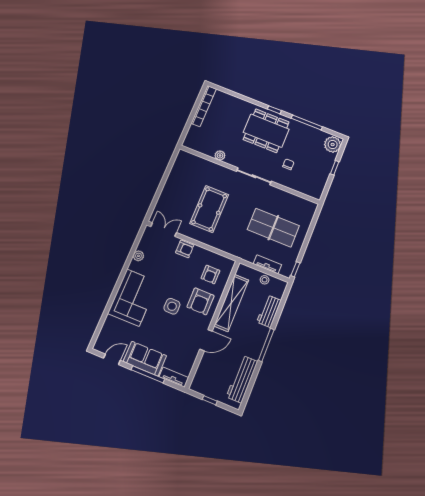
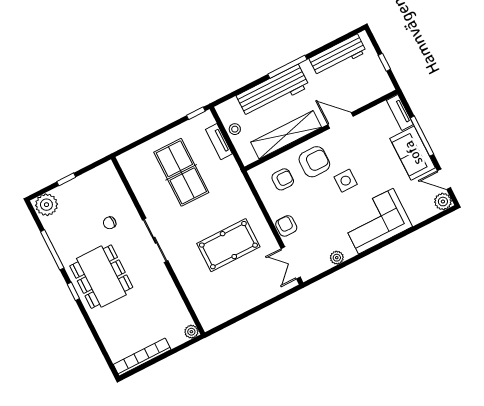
plant: (220, 155) -> (191, 332), moved
workbench: (269, 311) -> (273, 91), width x1.88, depth x1.32
plant: (101, 345) -> (443, 202), added

